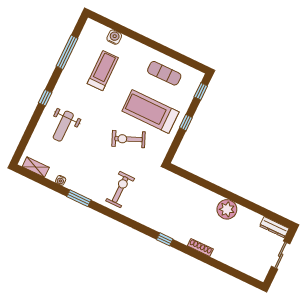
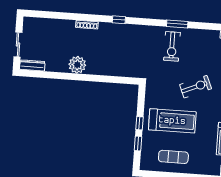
window: (201, 91) -> (138, 143), moved
exercise bike: (129, 139) -> (196, 87), moved
window: (79, 198) -> (177, 24), moved

